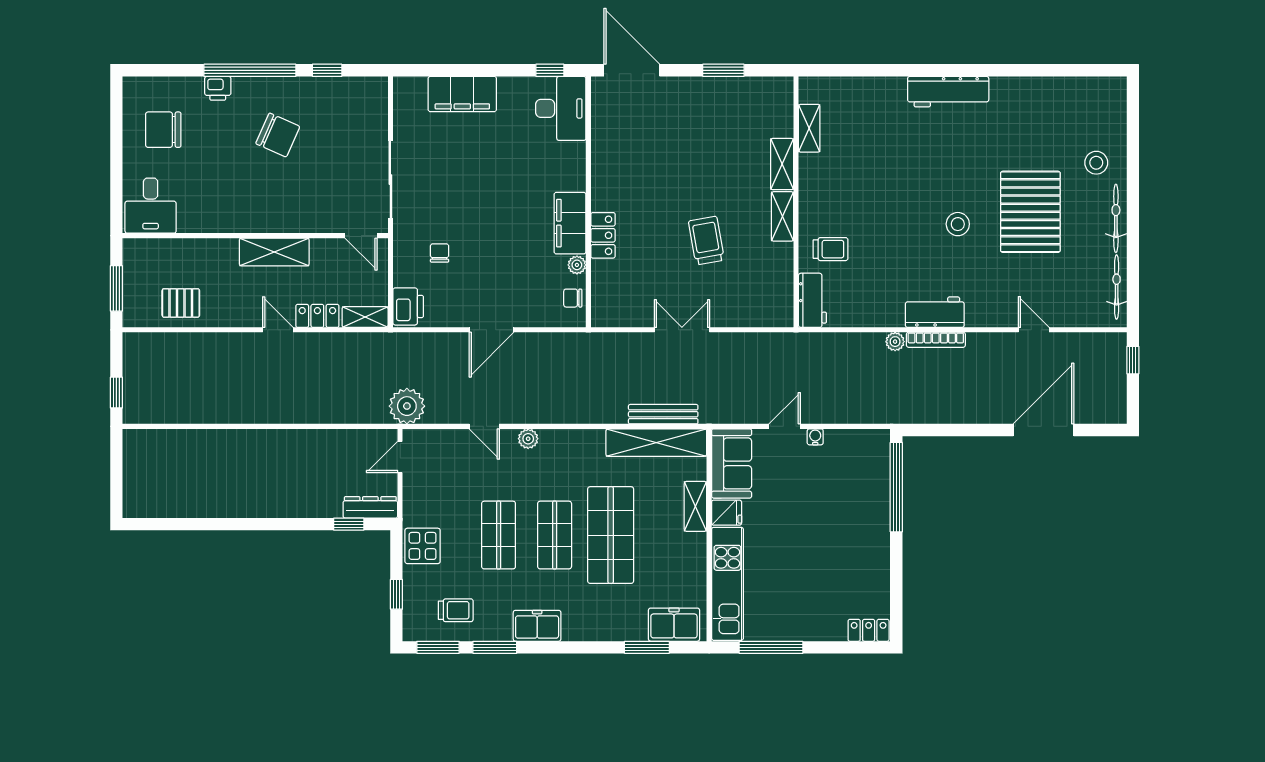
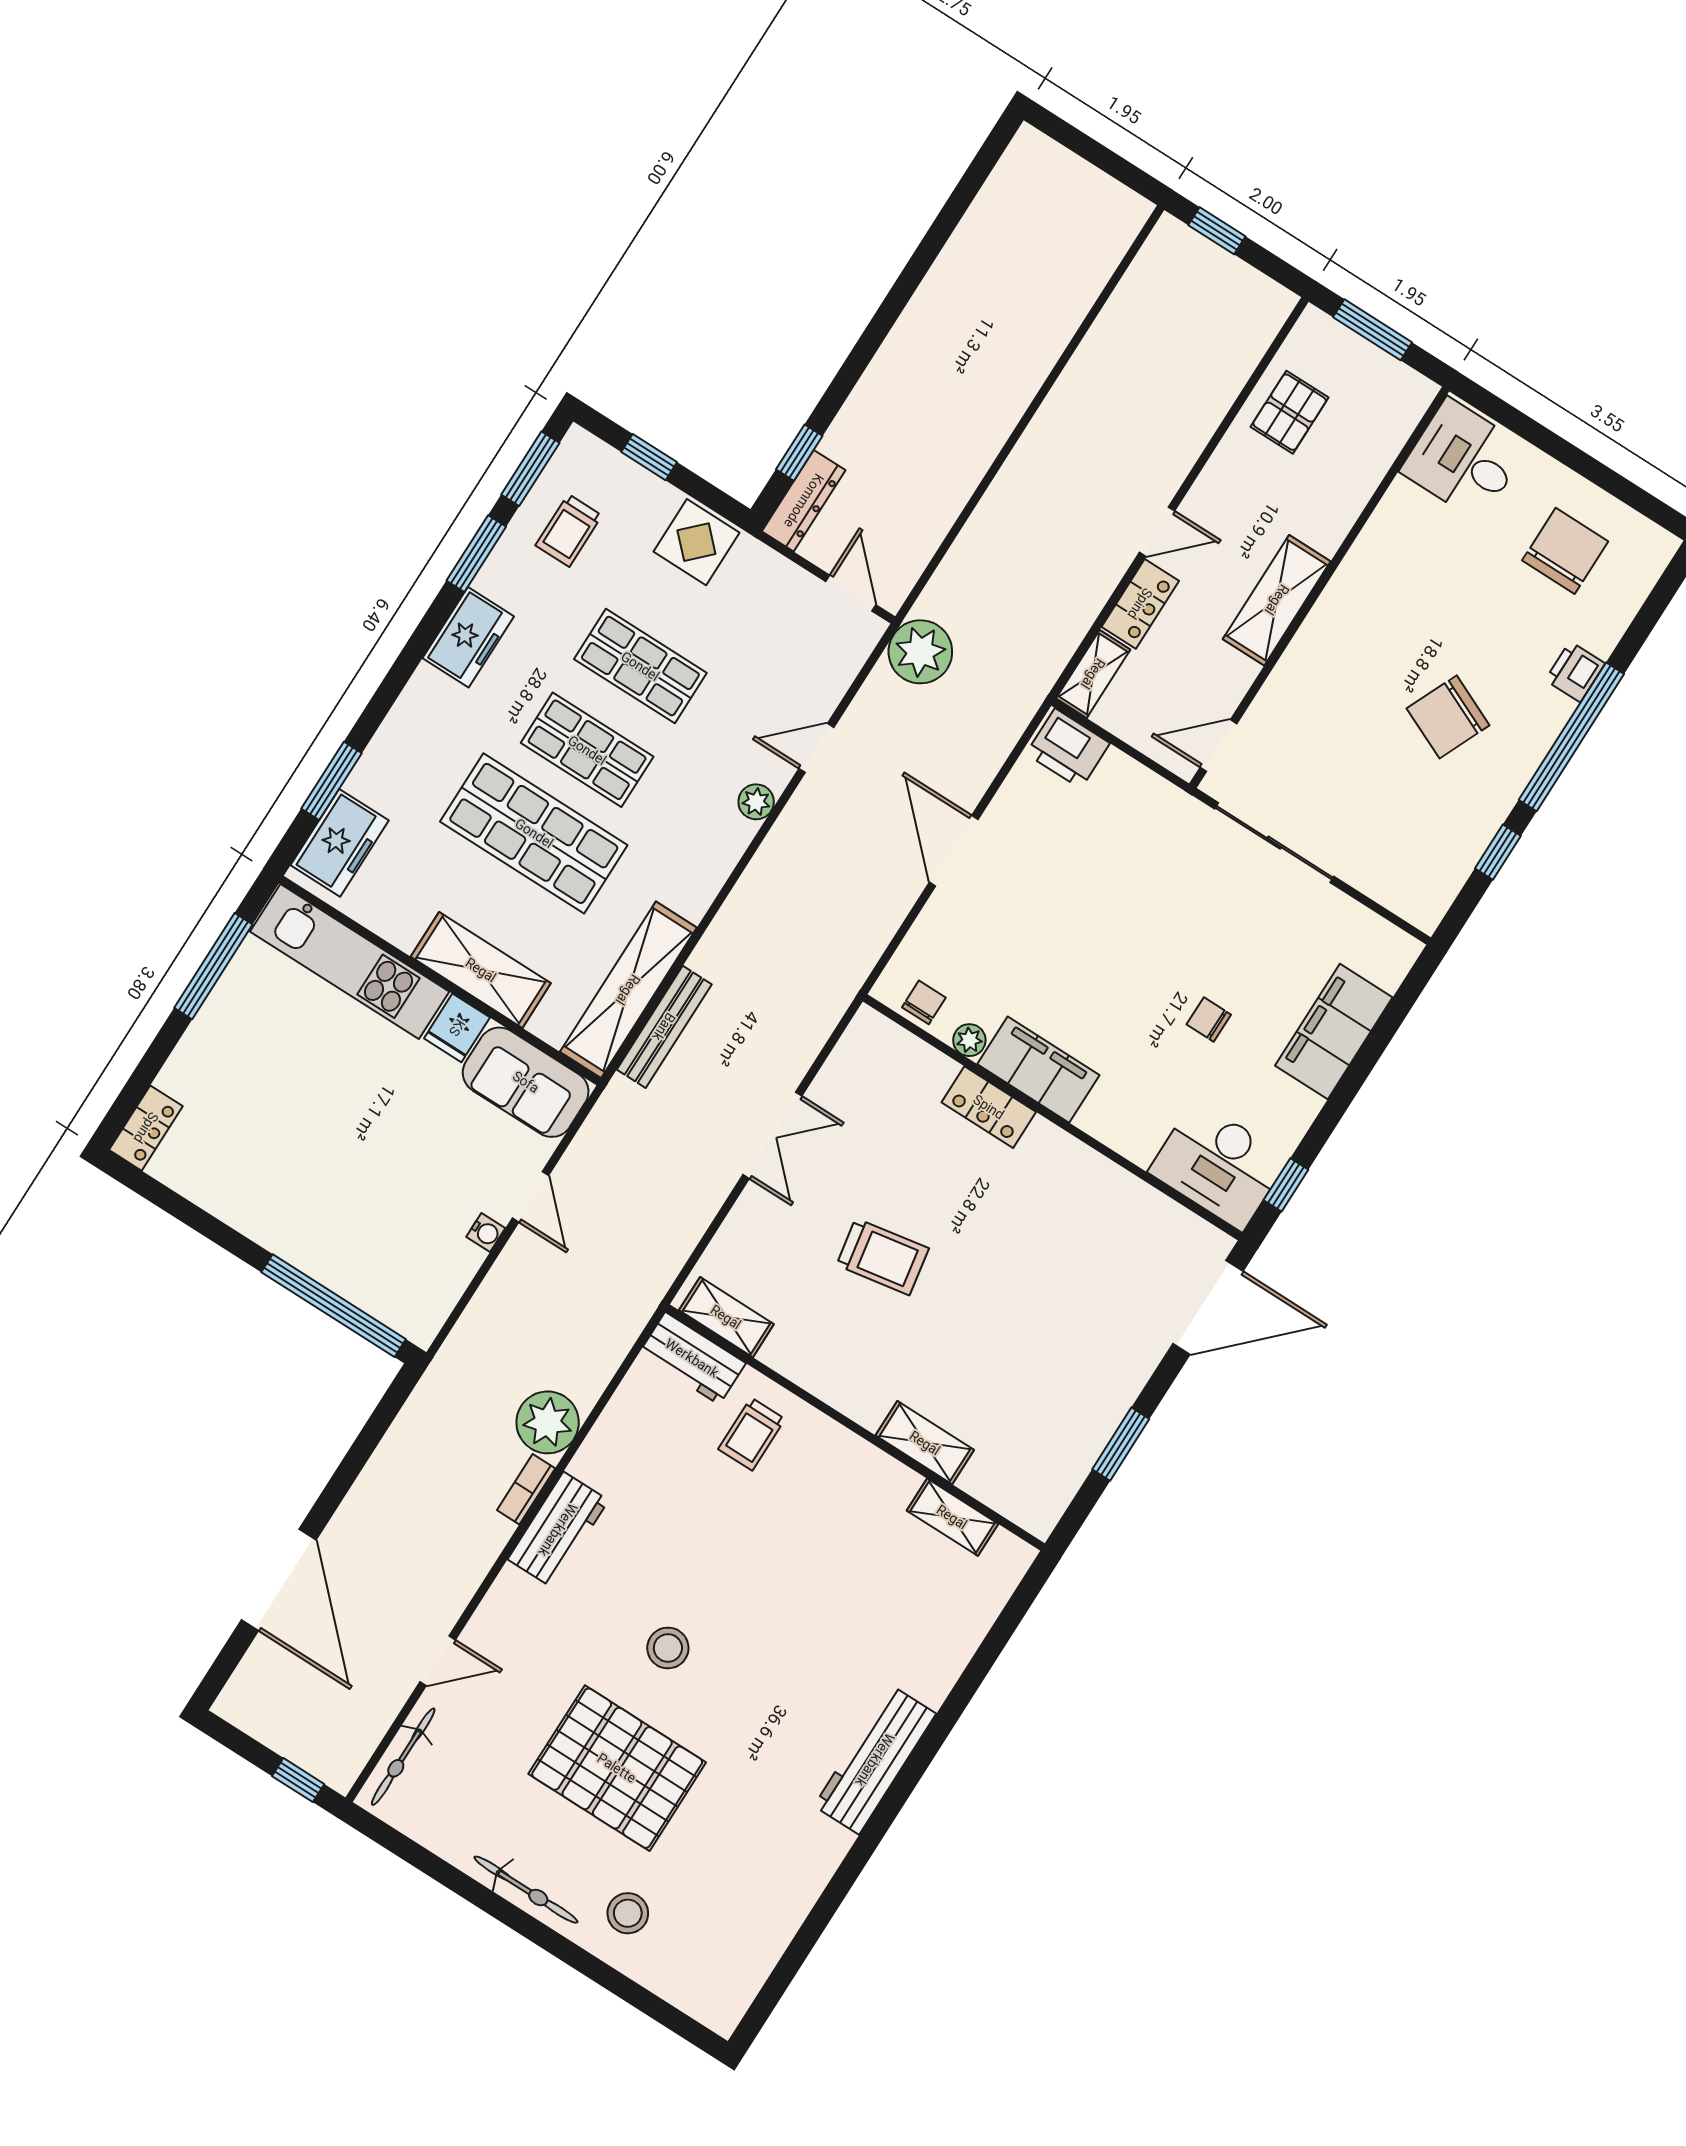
shelving: (782, 216) -> (726, 1317), moved
chair: (440, 253) -> (1209, 1020), moved, turned 180
bicycle: (1117, 287) -> (403, 1757), moved, turned 90
bookcase: (936, 340) -> (526, 1489), width x0.64
plant: (895, 342) -> (548, 1422), width x1.88, depth x1.88
shelving: (695, 506) -> (481, 970), width x1.50, depth x1.33

